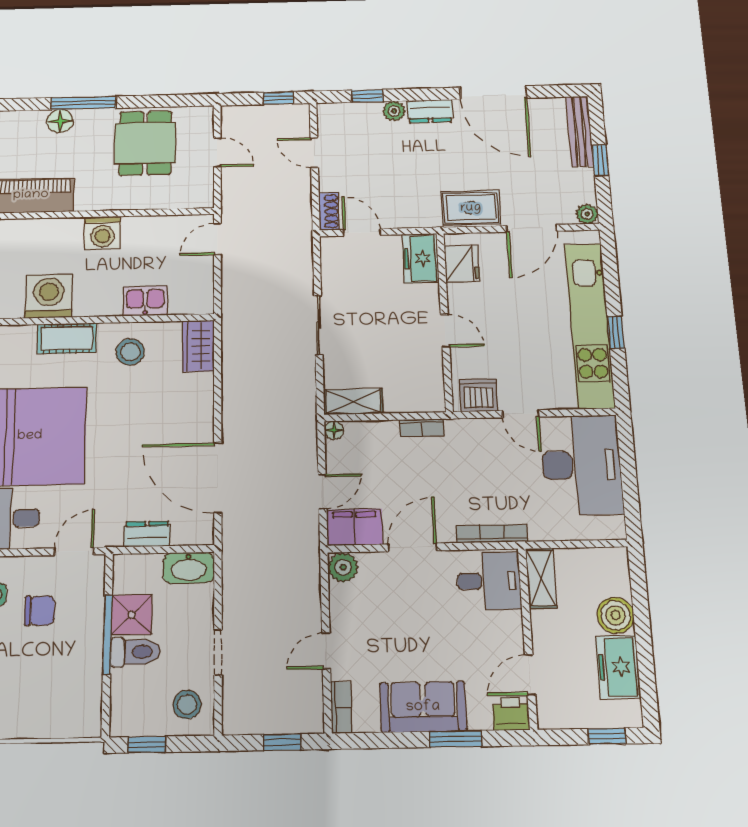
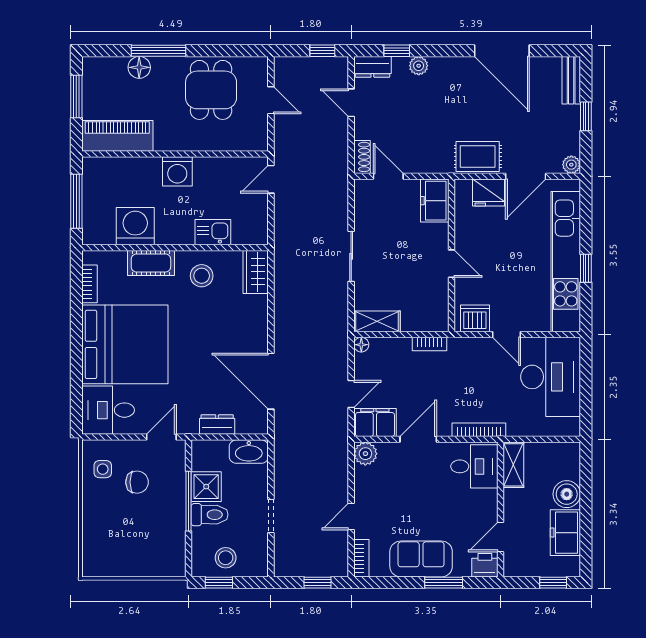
dresser: (430, 111) -> (372, 67), moved
bench: (580, 131) -> (571, 80), width x0.73
fridge: (462, 264) -> (489, 193), moved, turned 90
stool: (187, 705) -> (226, 558), moved

